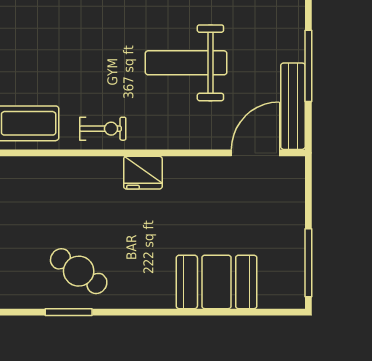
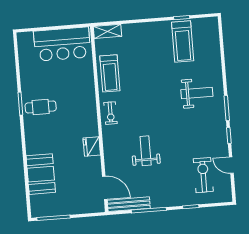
weight bench: (186, 63) -> (146, 151), width x0.73, depth x0.75
fridge: (143, 173) -> (92, 146), moved
cafe table: (79, 271) -> (41, 107), turned 56

